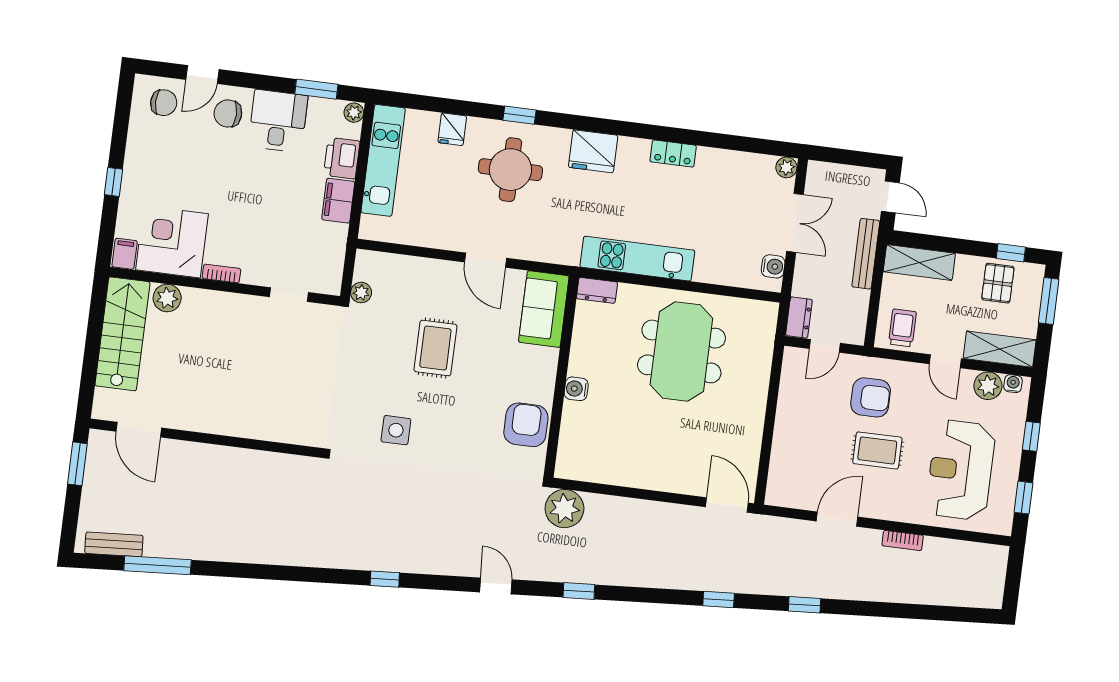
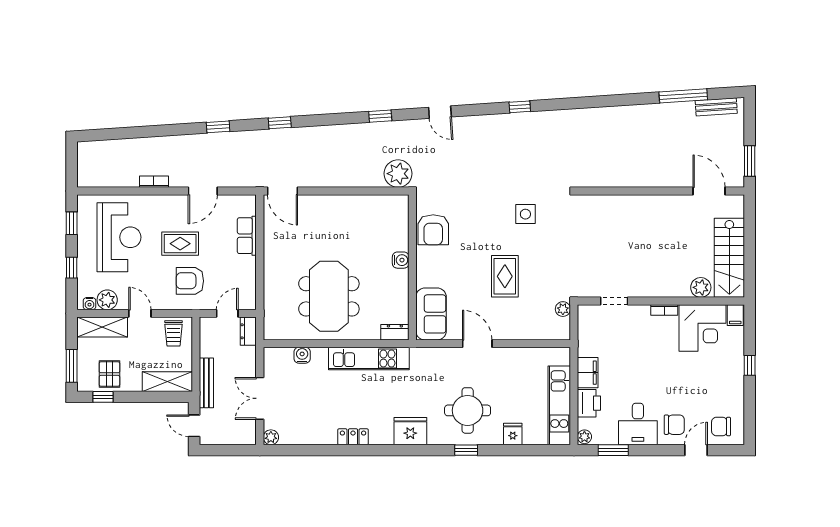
water cooler: (773, 266) -> (302, 355), moved, turned 90
row of seats: (784, 450) -> (247, 236), added

